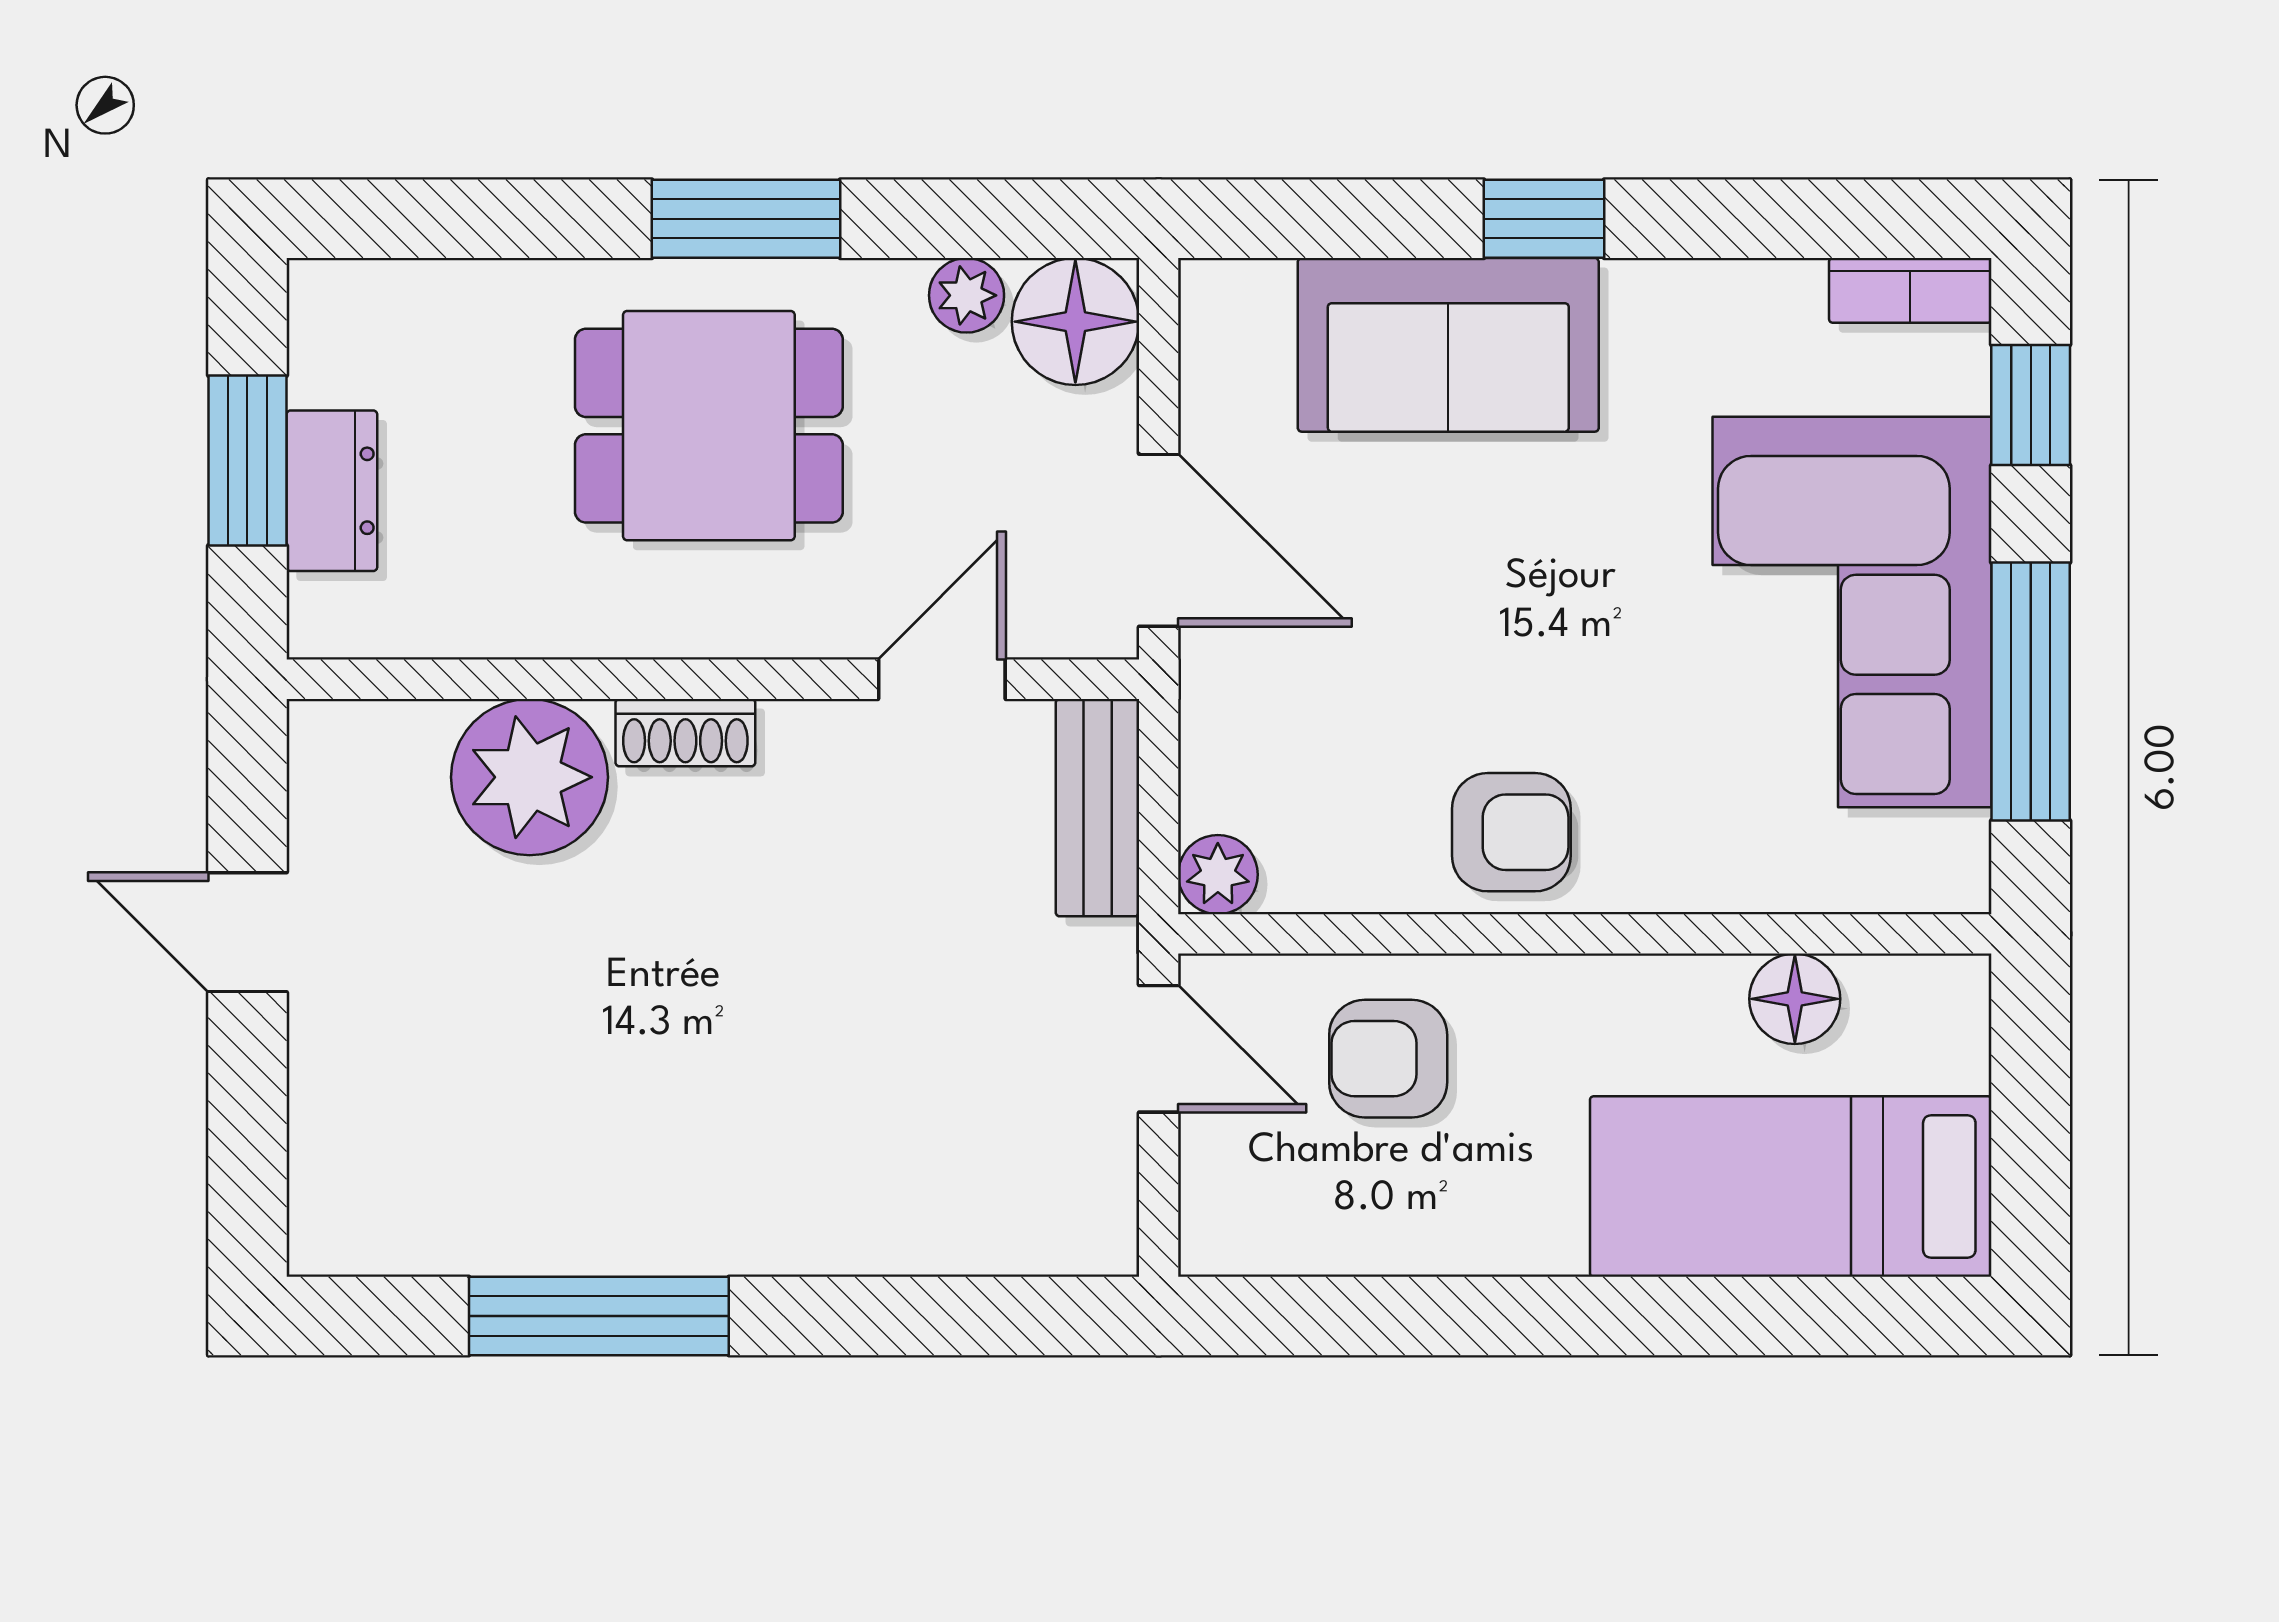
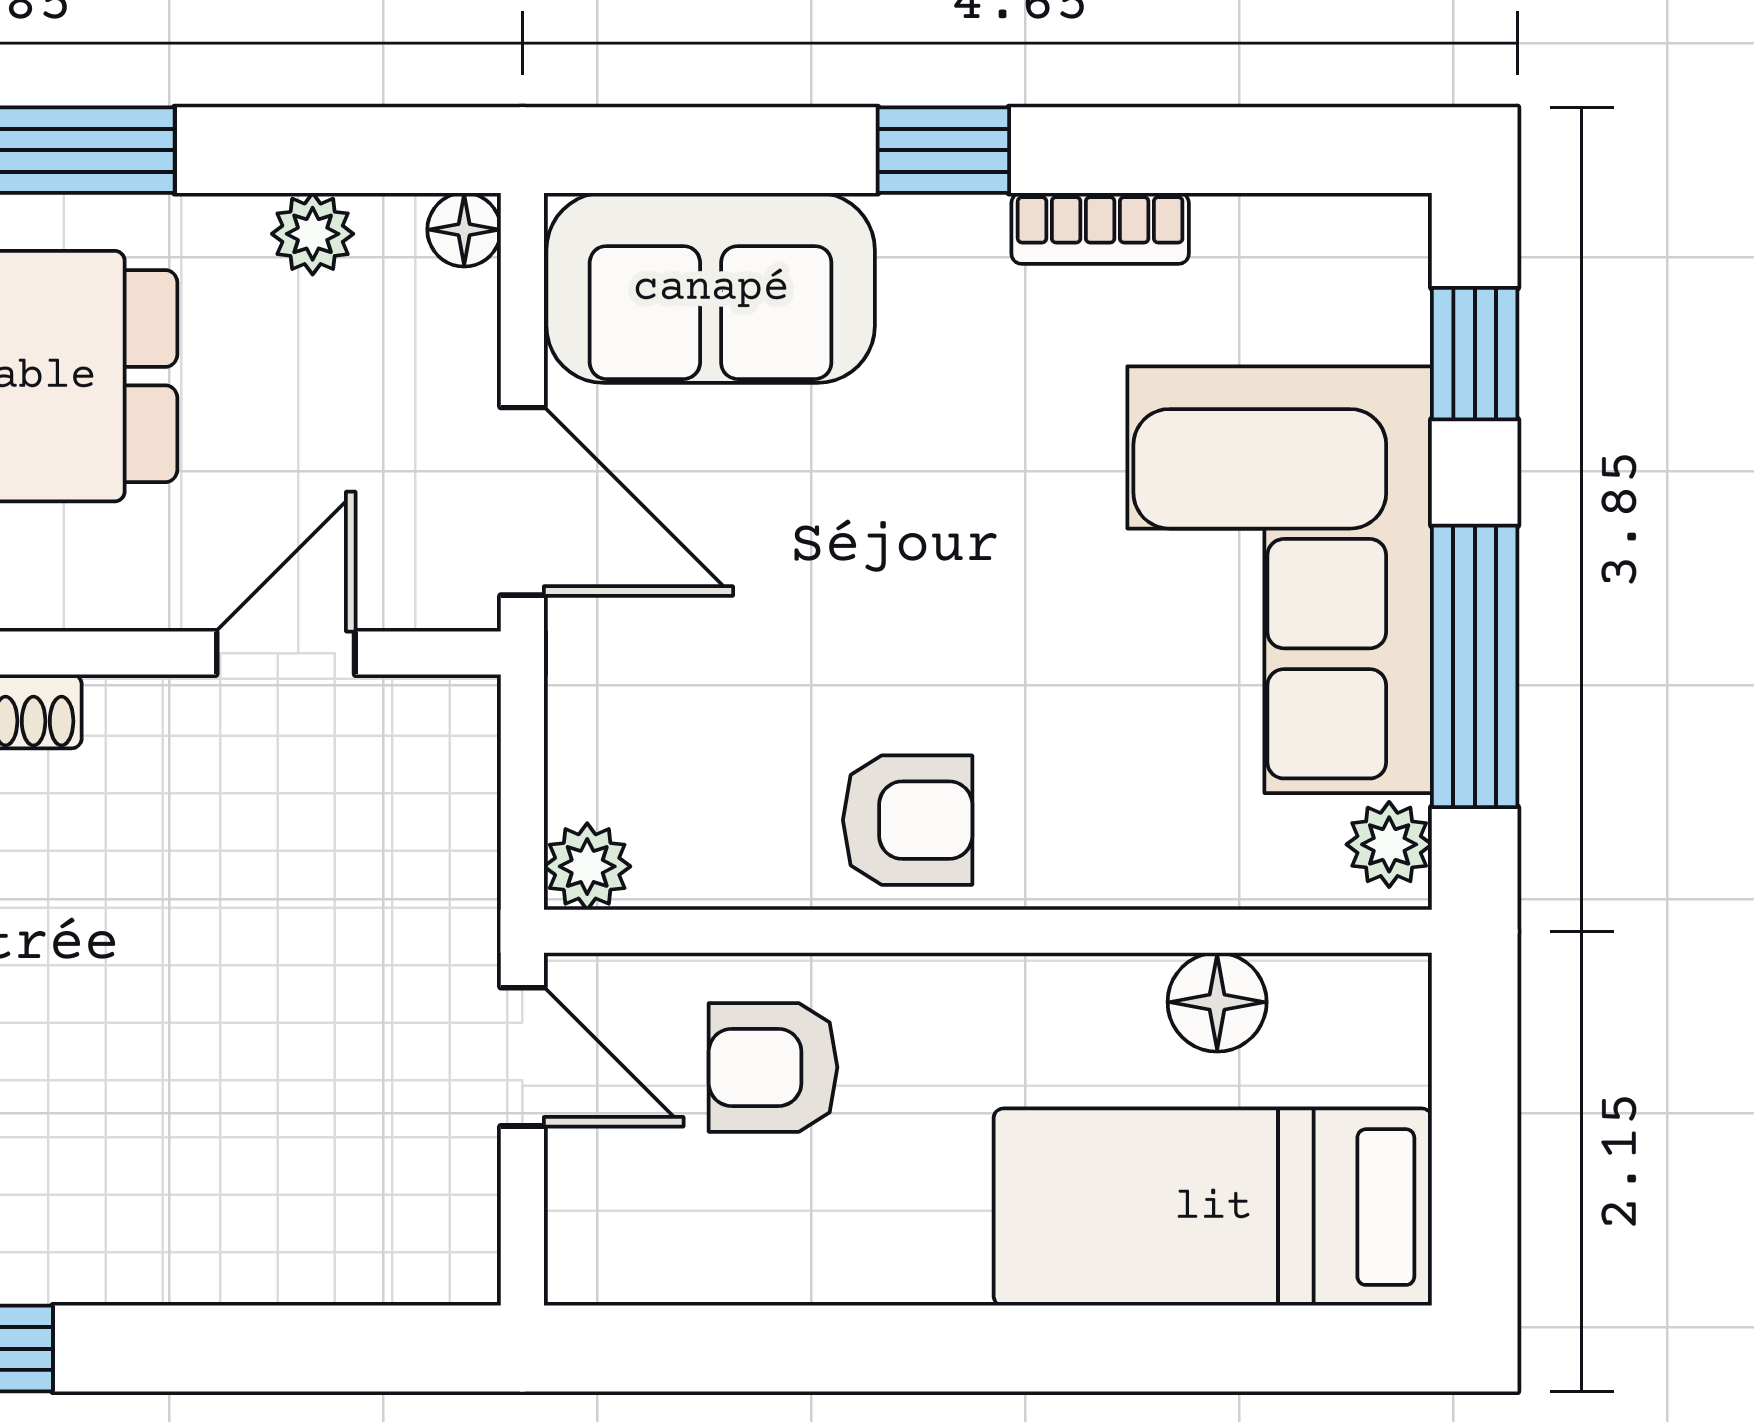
bookcase: (1910, 290) -> (1100, 228), moved
floor lamp: (1075, 322) -> (464, 230), width x0.53, depth x0.53
sofa: (1448, 345) -> (711, 288), moved
bench: (1097, 808) -> (456, 793), removed
plant: (1952, 854) -> (1389, 844), added

